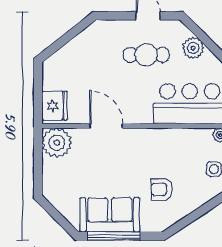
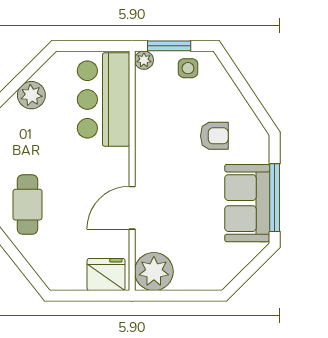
cafe table: (146, 55) -> (27, 205), moved
armchair: (162, 189) -> (214, 136), turned -90

